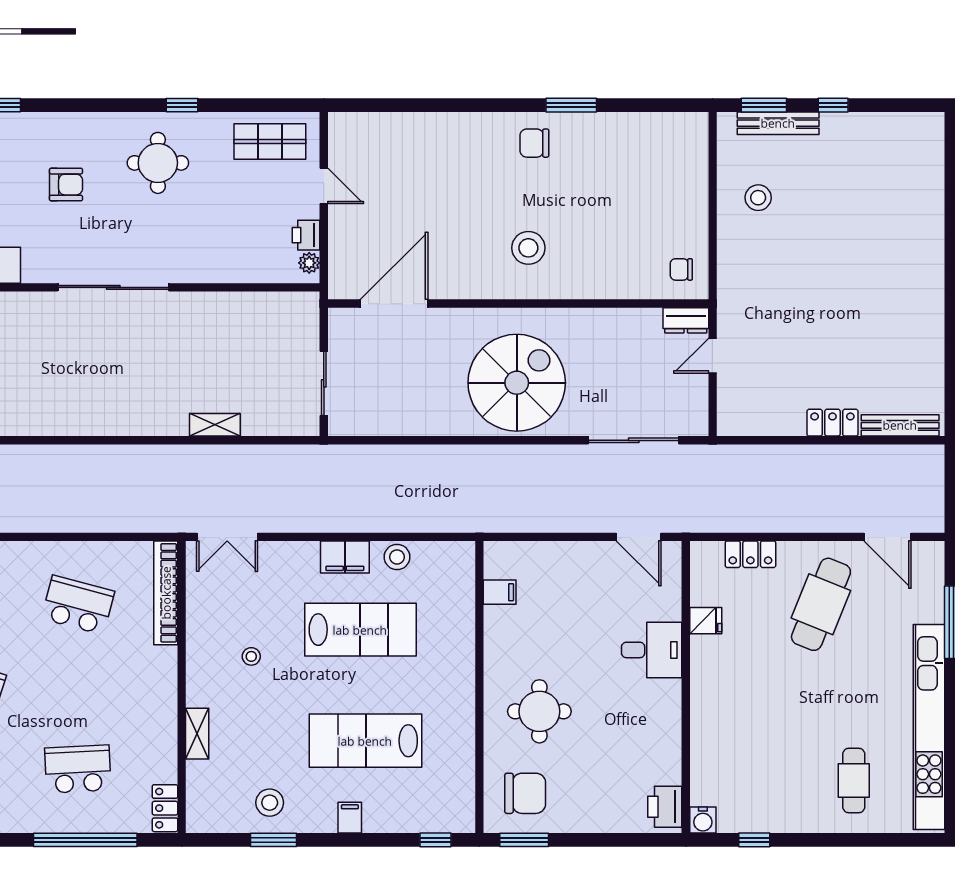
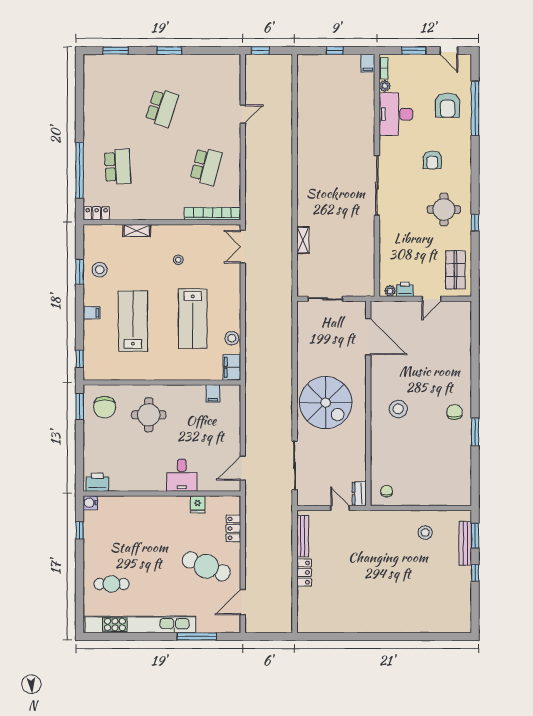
bench: (900, 425) -> (303, 536), moved
filing cabinet: (345, 557) -> (232, 367), moved

